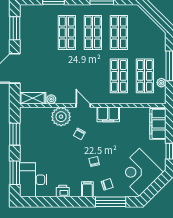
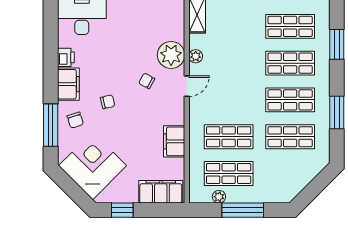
shop shelf: (41, 32) -> (290, 26), added
plant: (51, 99) -> (196, 56), moved
filing cabinet: (108, 114) -> (174, 141), moved
filing cabinet: (87, 189) -> (68, 84), width x2.00

